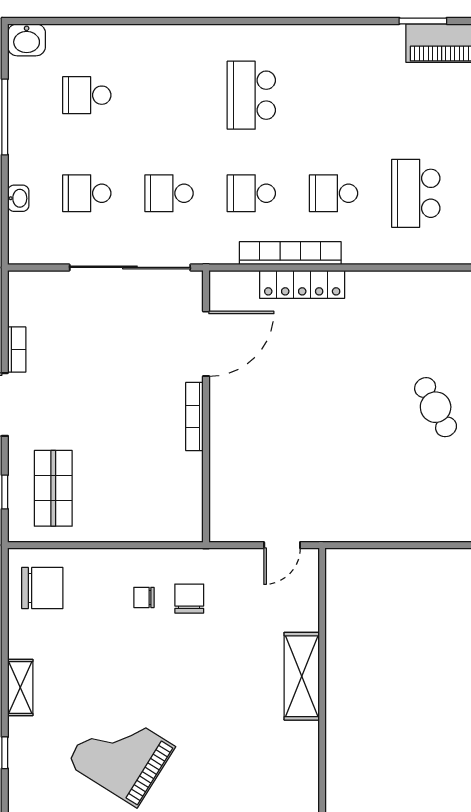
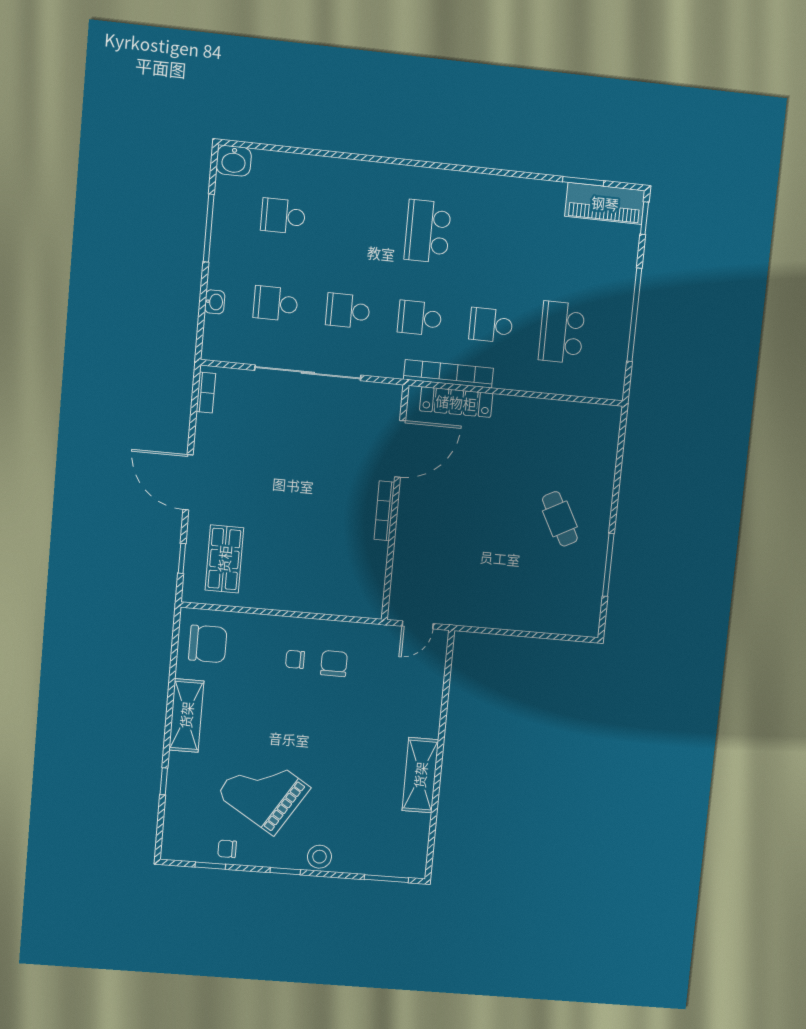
door: (206, 344) -> (400, 449), moved
bookcase: (17, 350) -> (206, 393), moved
wall: (206, 406) -> (395, 503), moved
bookcase: (194, 416) -> (384, 511), moved
shelving: (302, 676) -> (420, 775), moved
shelving: (20, 687) -> (186, 715), width x1.50, depth x1.33

